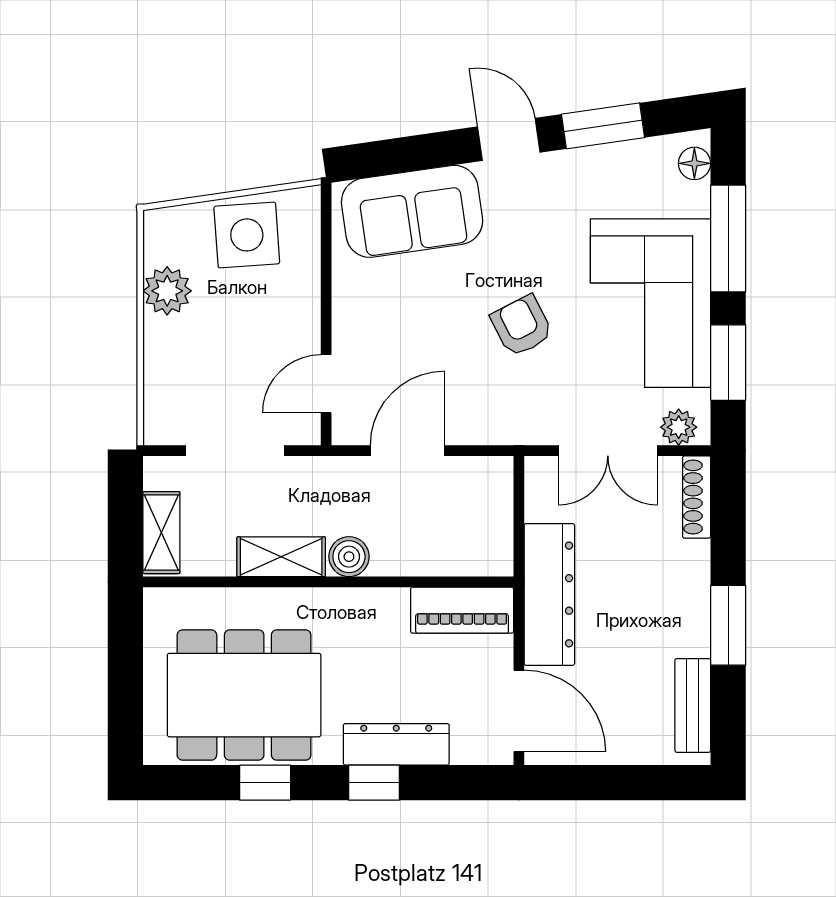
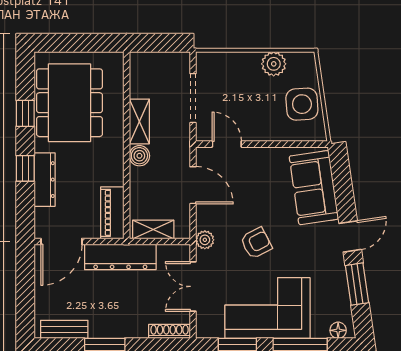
plant: (679, 427) -> (205, 240), moved
shelving: (161, 533) -> (153, 230), moved

